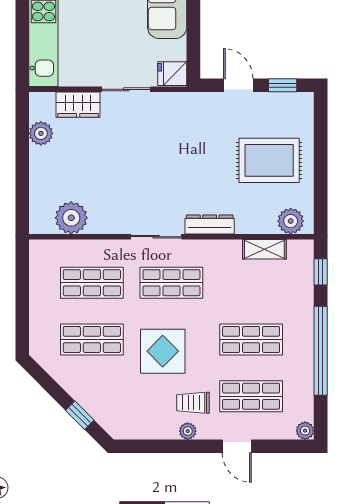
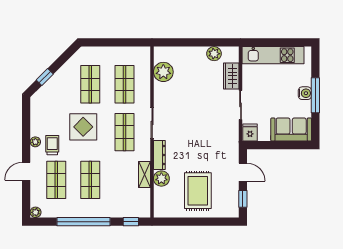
door: (238, 85) -> (243, 172), hinge flipped
plant: (291, 221) -> (161, 179), moved
shelving: (264, 249) -> (145, 175), moved

